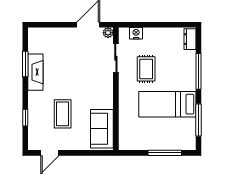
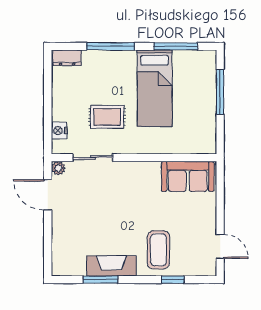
coffee table: (63, 114) -> (158, 250), moved, turned 90

